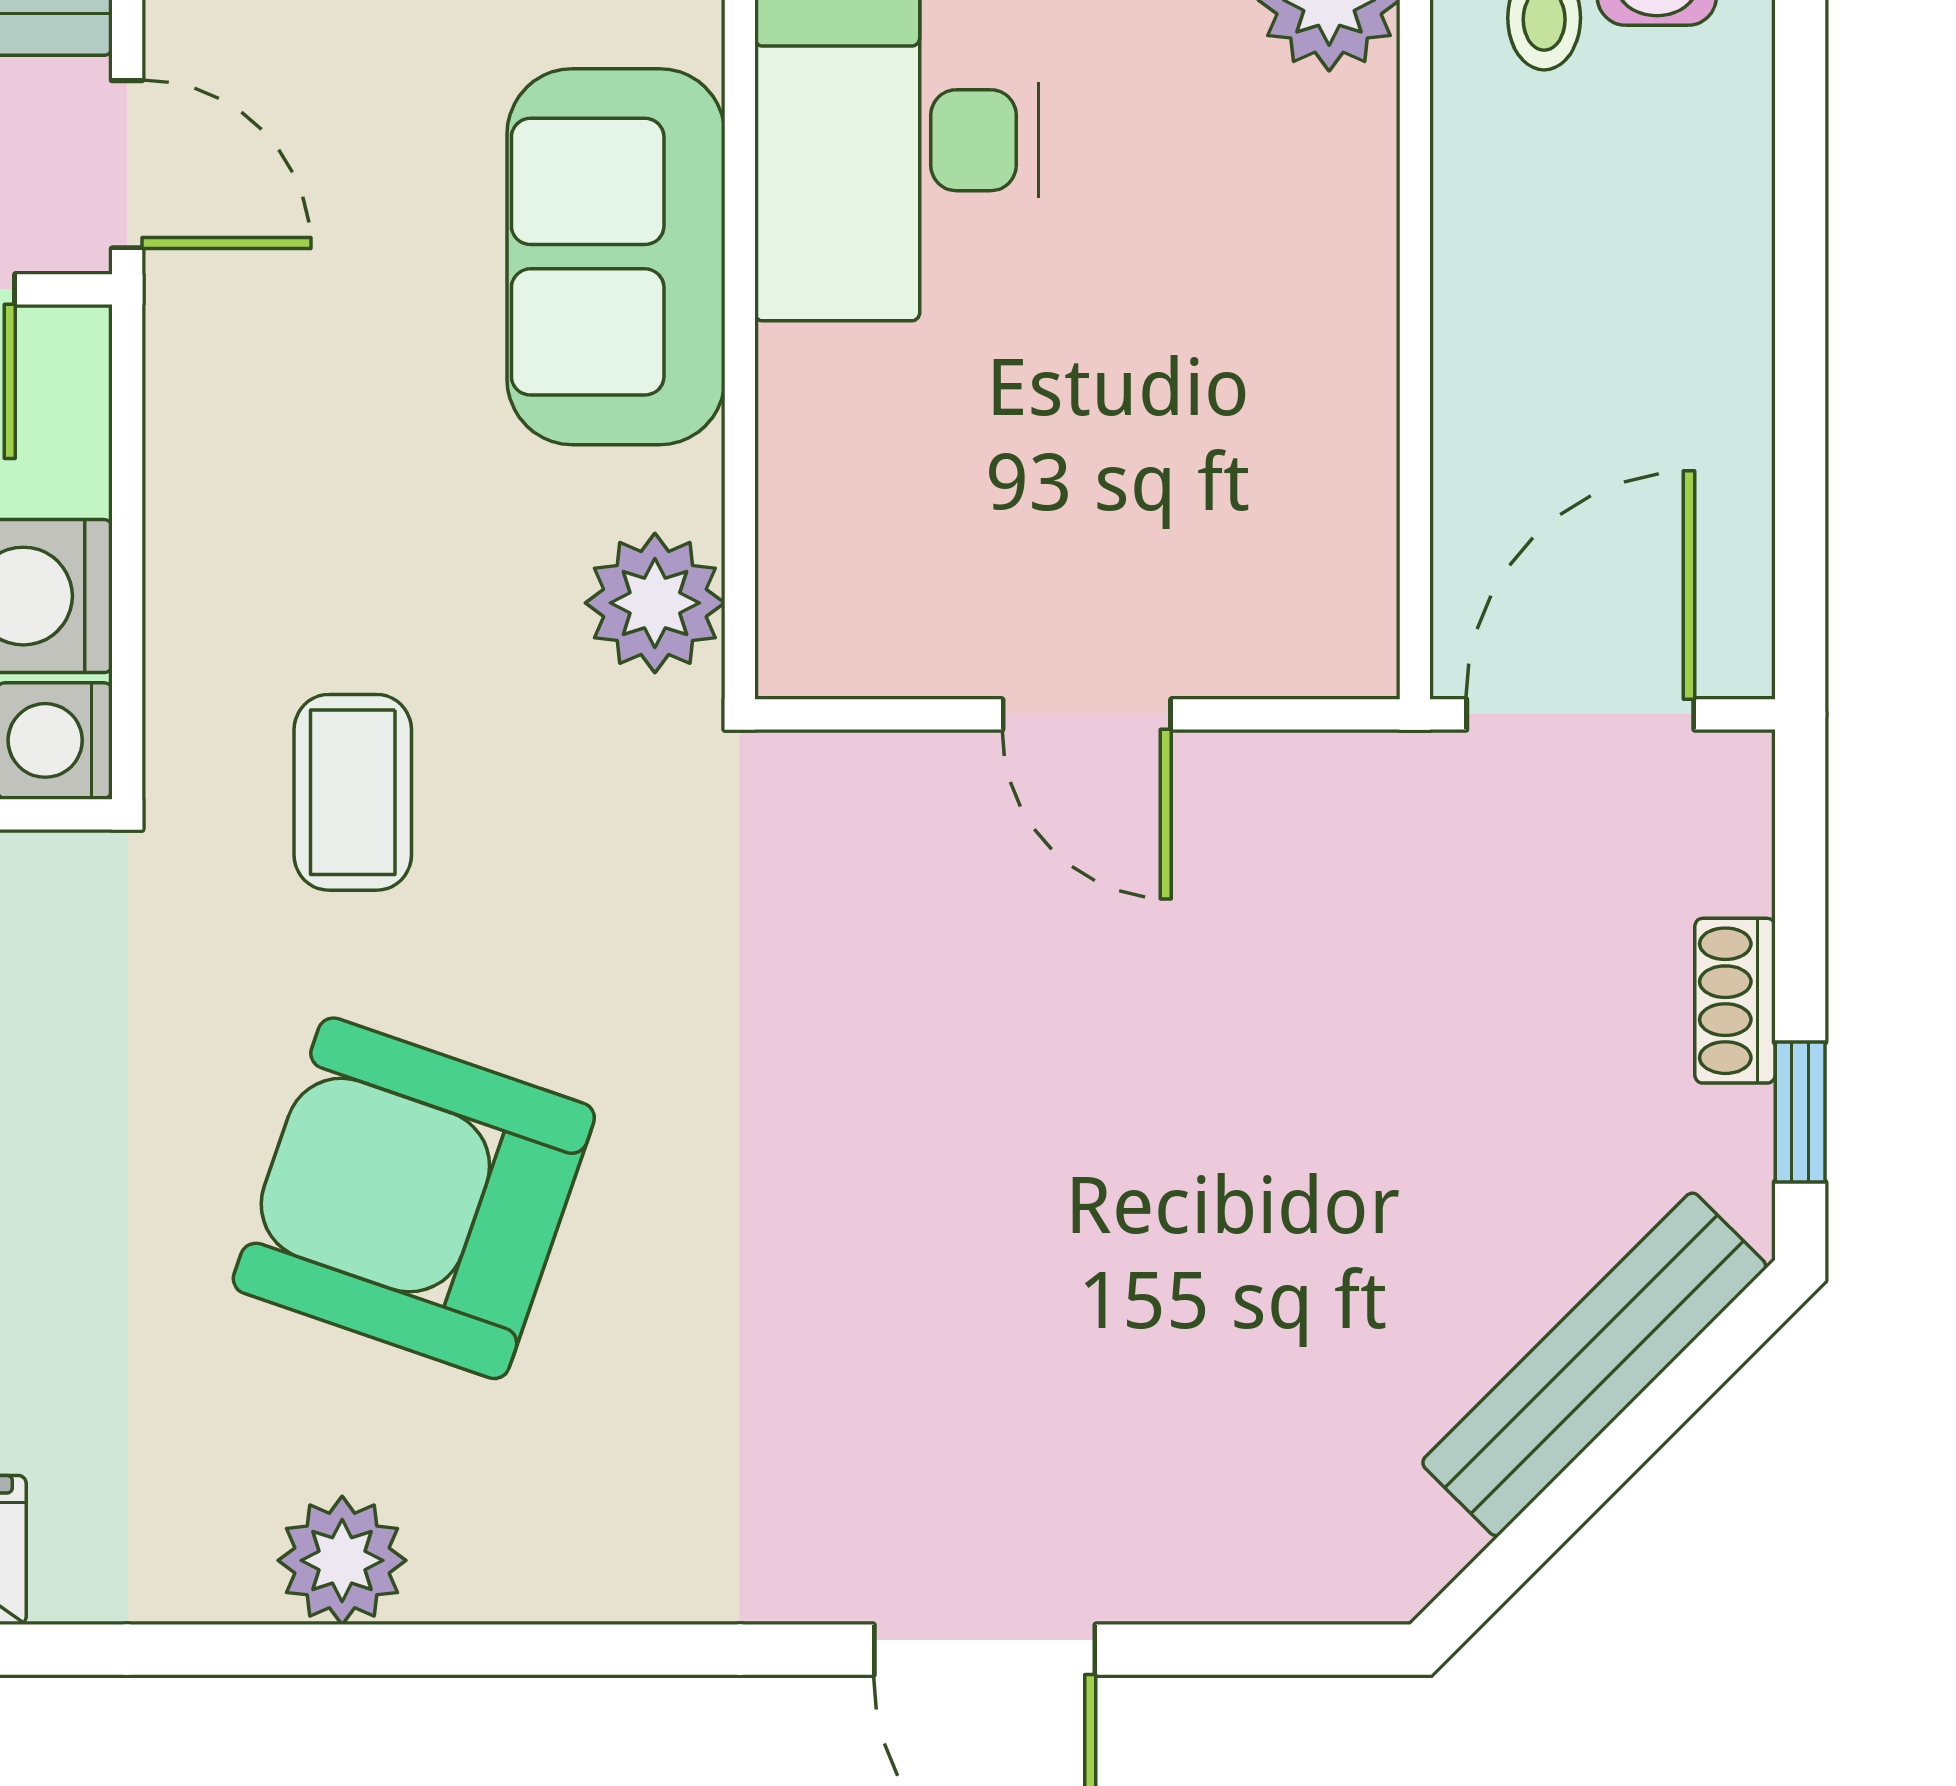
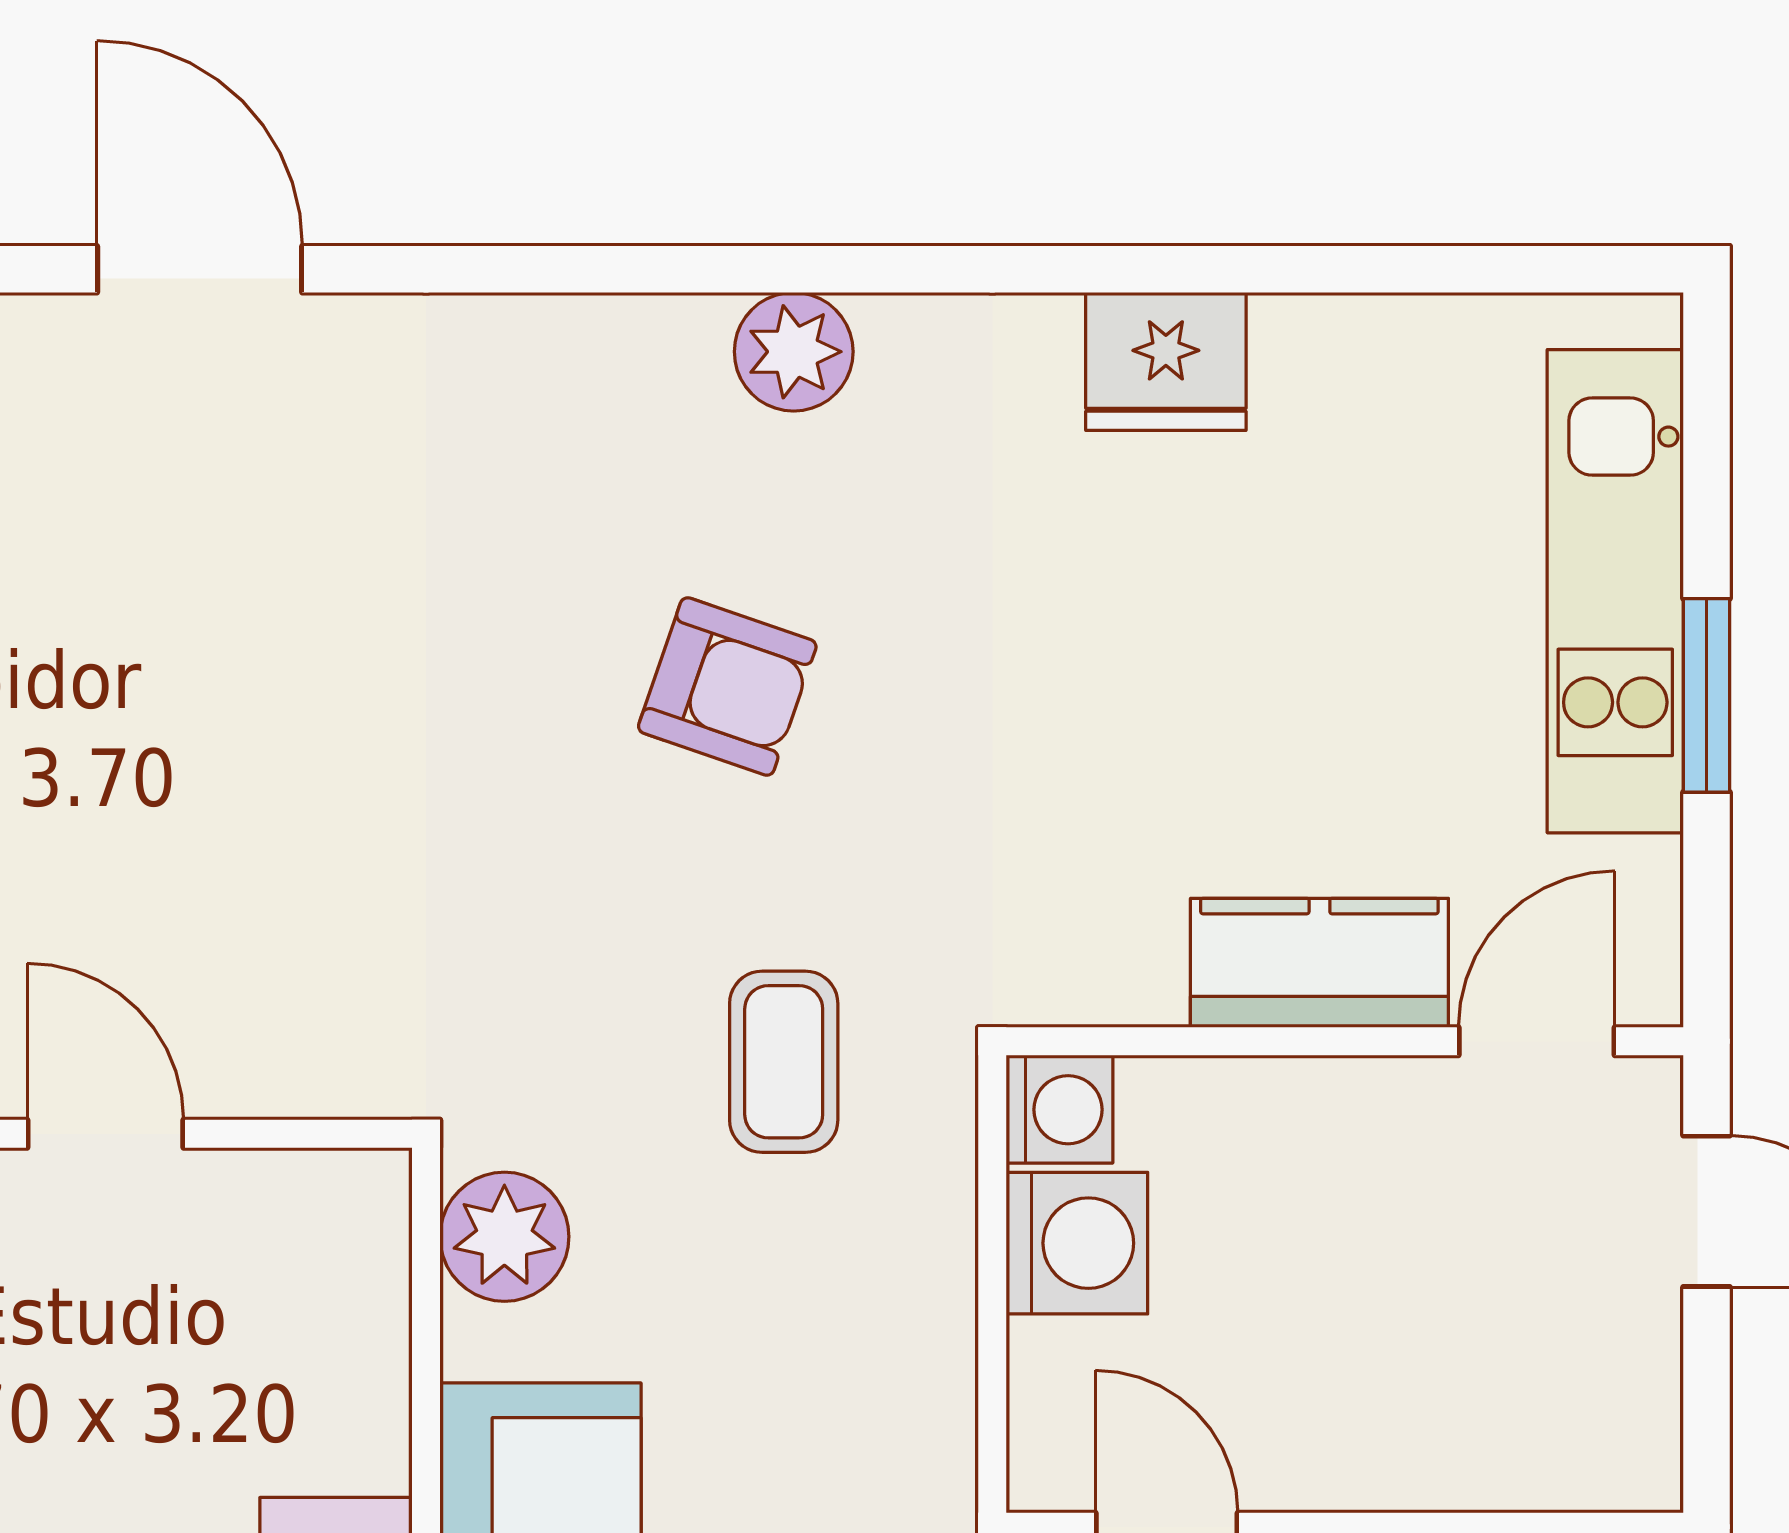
armchair: (414, 1198) -> (727, 687), width x0.53, depth x0.53

